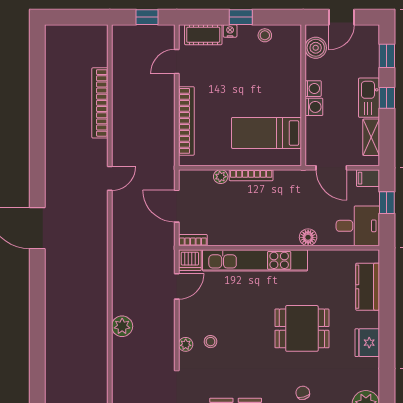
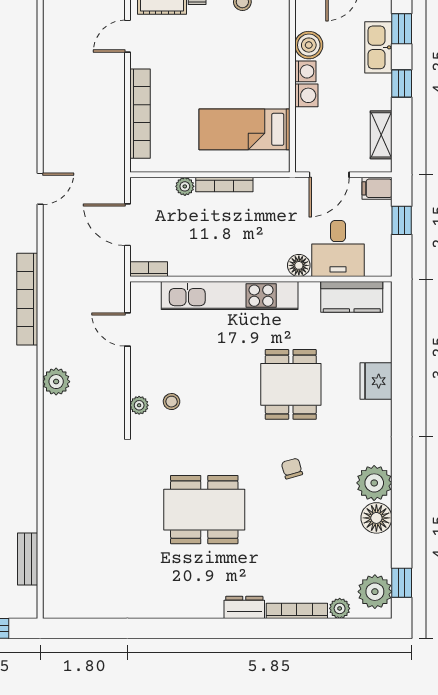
boiler: (316, 48) -> (309, 45), moved
kitchen sink: (369, 98) -> (378, 47), moved
bookcase: (100, 103) -> (27, 299), moved
door: (331, 168) -> (329, 175), hinge flipped
desk: (358, 226) -> (338, 248), moved, turned 90
dishwasher: (190, 260) -> (145, 295), removed
door: (177, 286) -> (127, 330), swing flipped
kitchen counter: (368, 287) -> (352, 297), moved, turned -90
dining table: (302, 328) -> (291, 384), turned 90
fridge: (367, 343) -> (376, 381), moved

